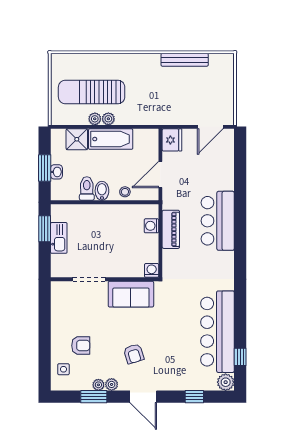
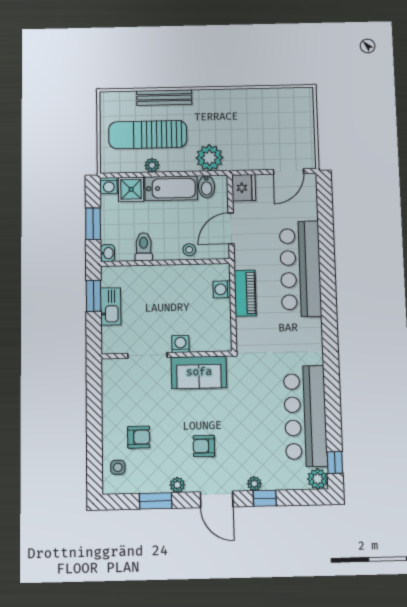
bench: (185, 60) -> (164, 98), moved
plant: (108, 119) -> (209, 158), moved, width x1.87, depth x1.87
washing machine: (58, 136) -> (109, 186), added
washbasin: (56, 172) -> (107, 253), moved
bidet: (102, 191) -> (207, 187), moved, turned 180
bar counter: (218, 221) -> (300, 269), width x1.36
washing machine: (152, 270) -> (180, 344), moved
armchair: (134, 354) -> (204, 446), turned 107
window: (240, 357) -> (335, 463), moved
plant: (98, 385) -> (254, 484), moved
window: (194, 397) -> (265, 498), moved

